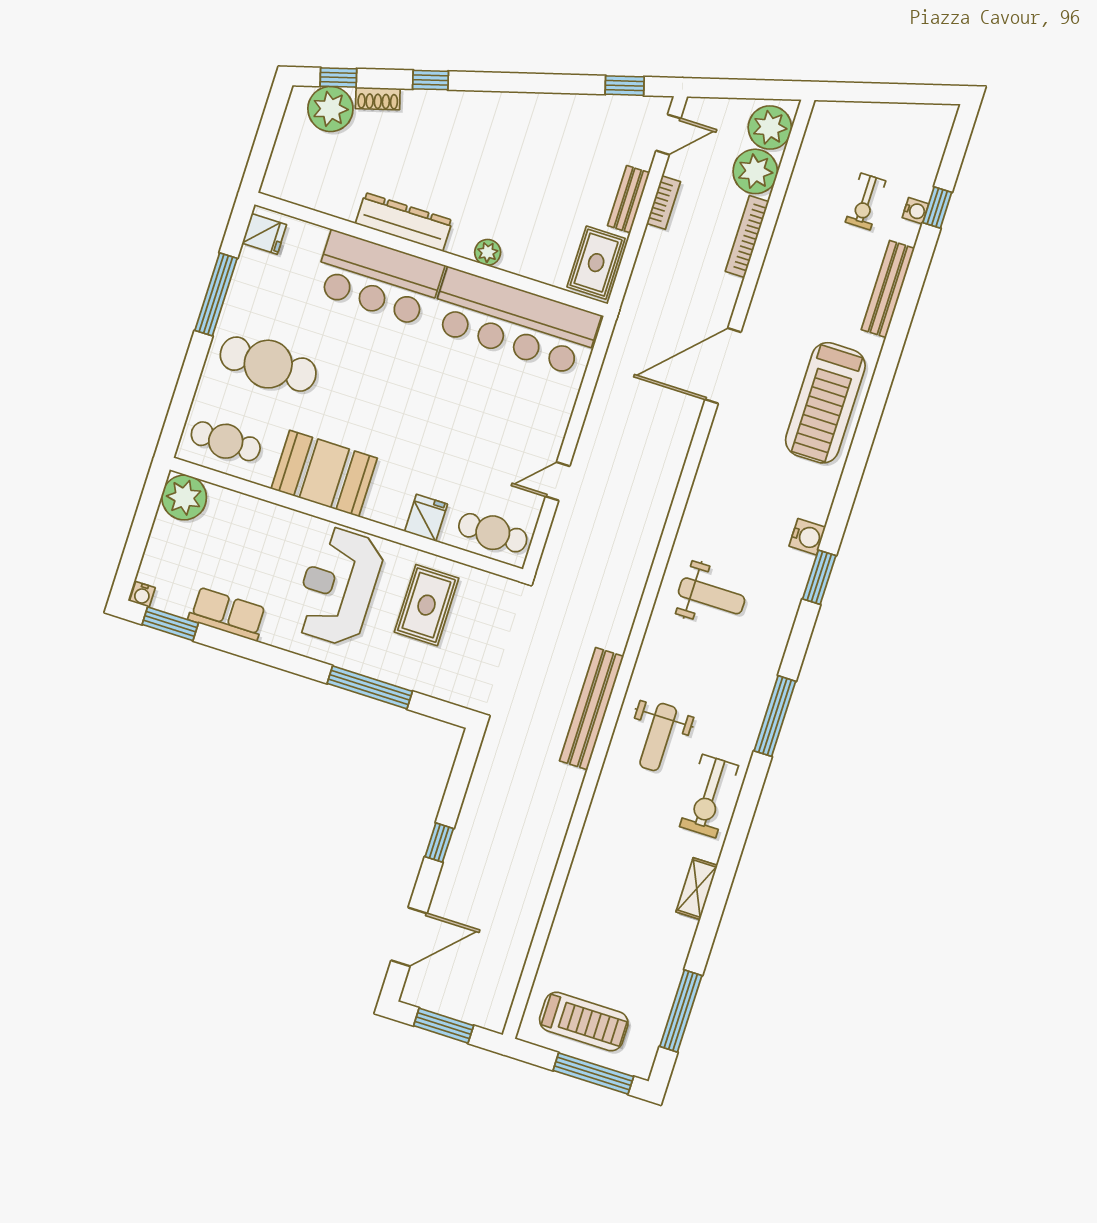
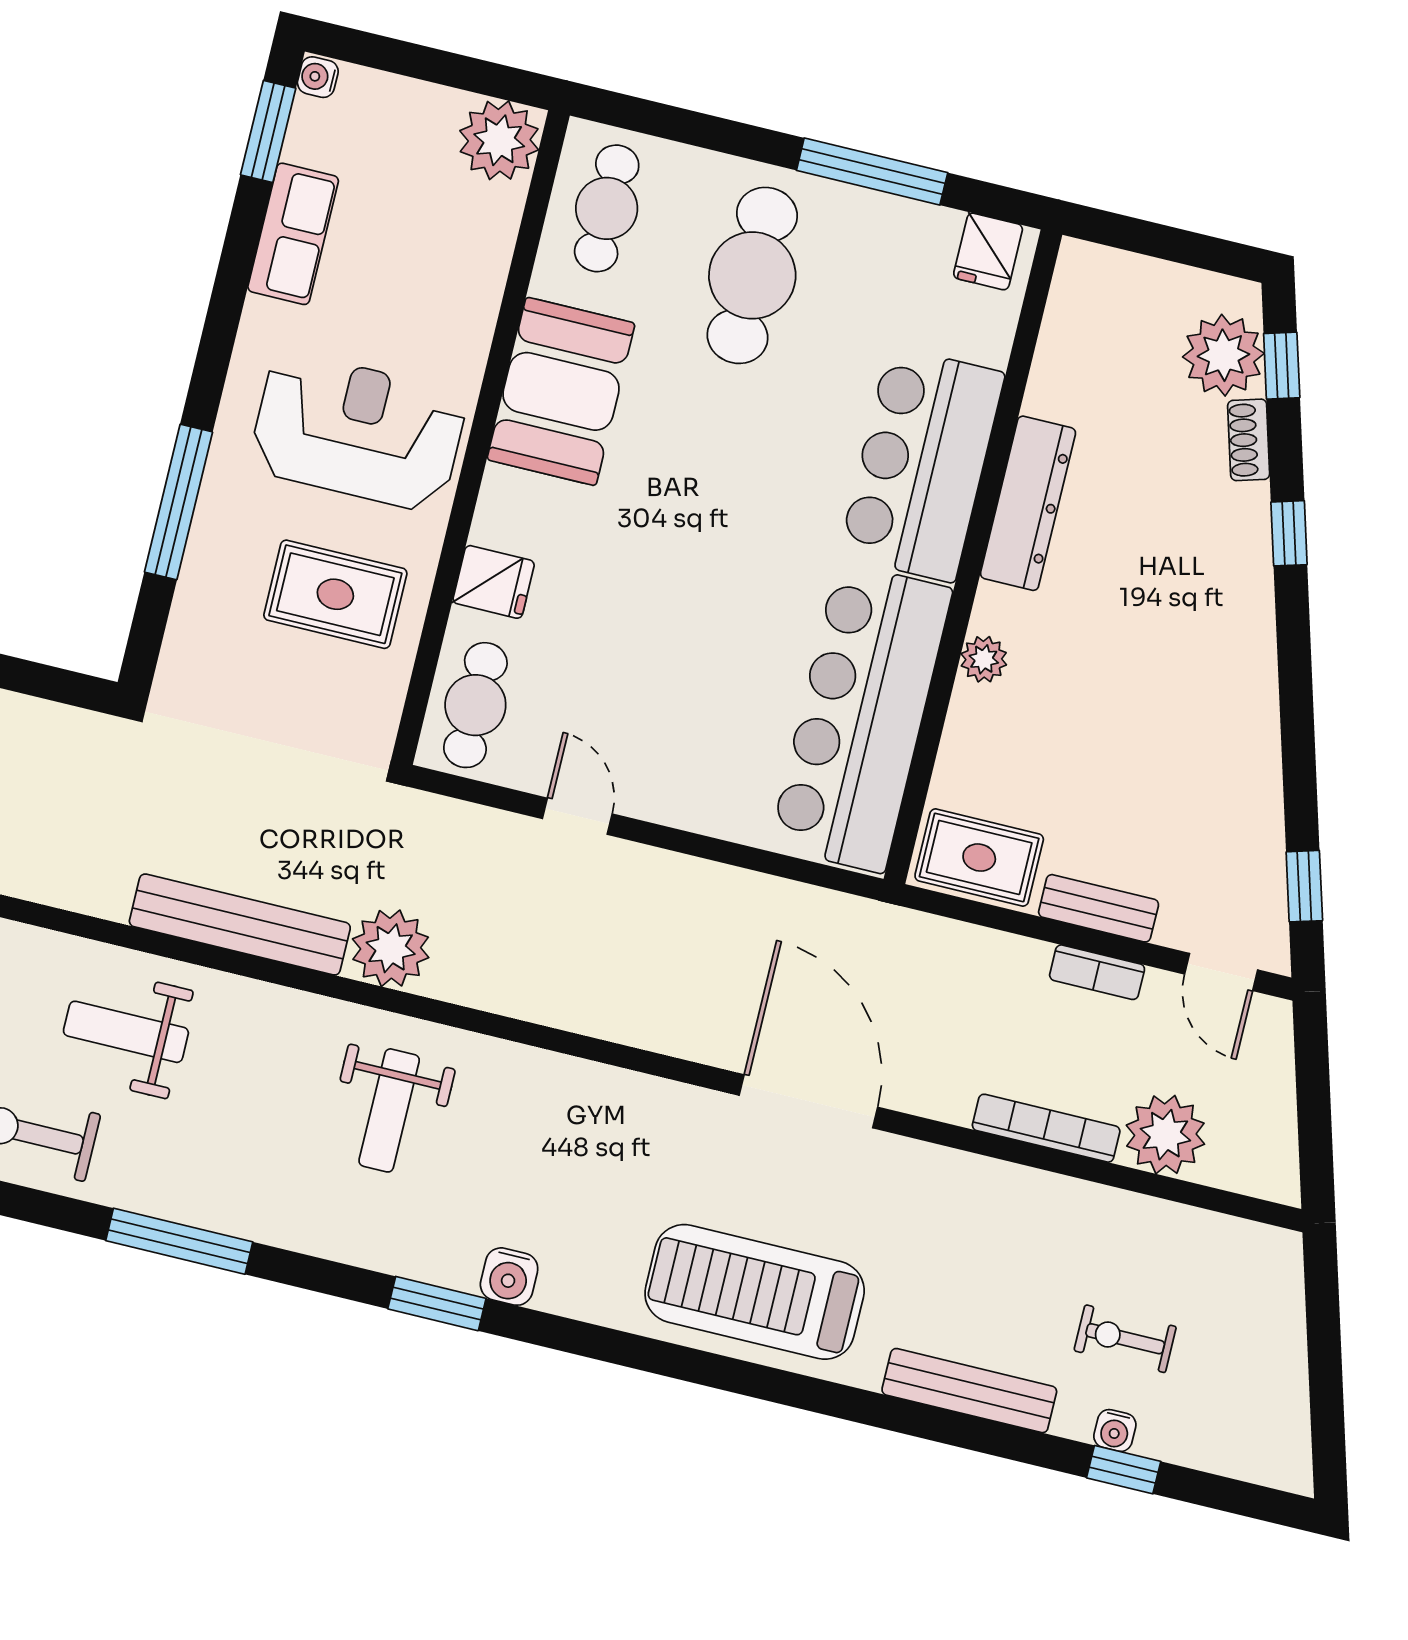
plant: (770, 128) -> (391, 948), moved
bench: (592, 709) -> (240, 925), moved

